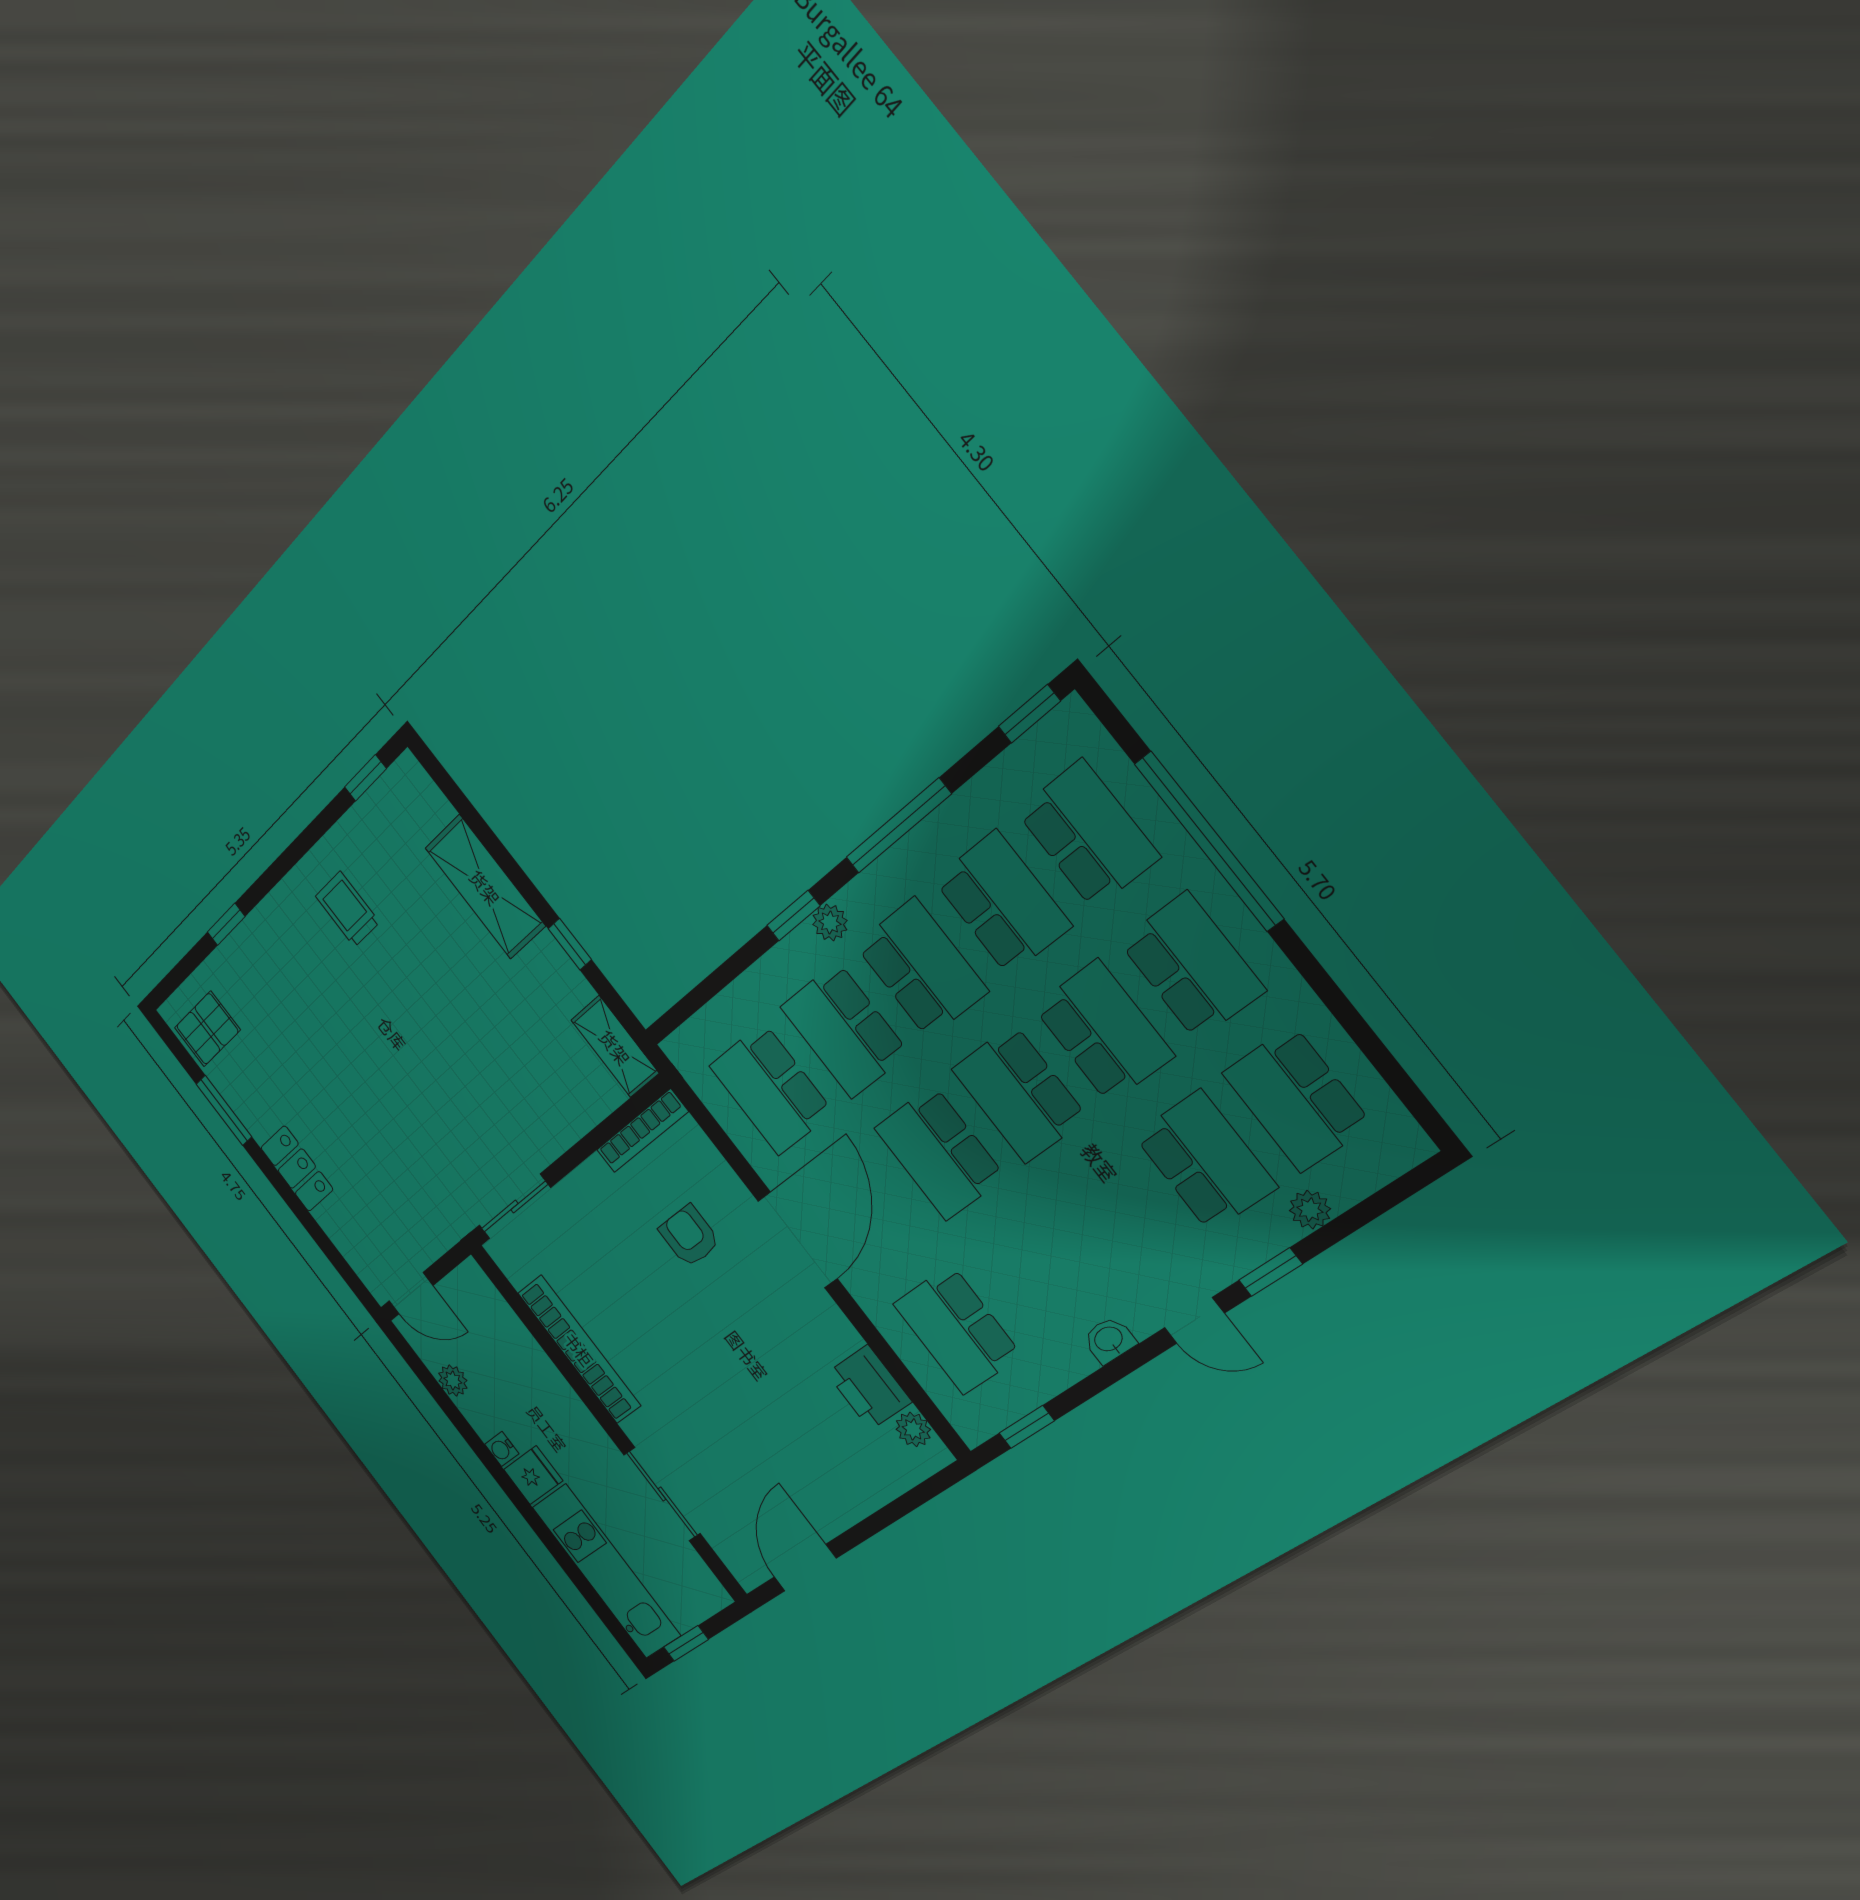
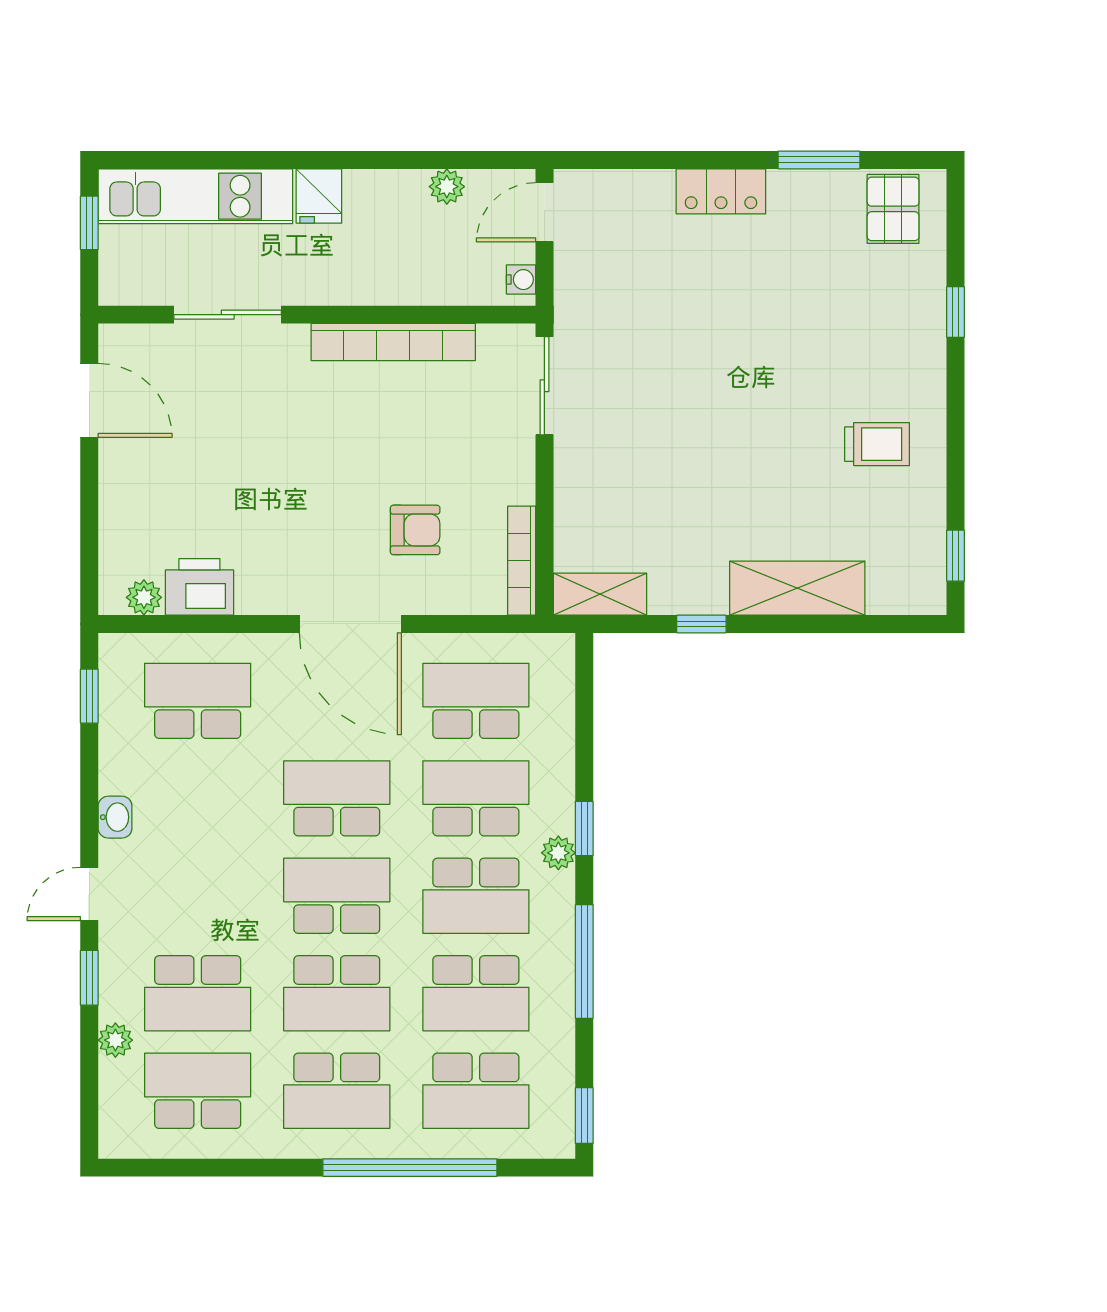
water cooler: (502, 1449) -> (521, 280), moved, turned 90

